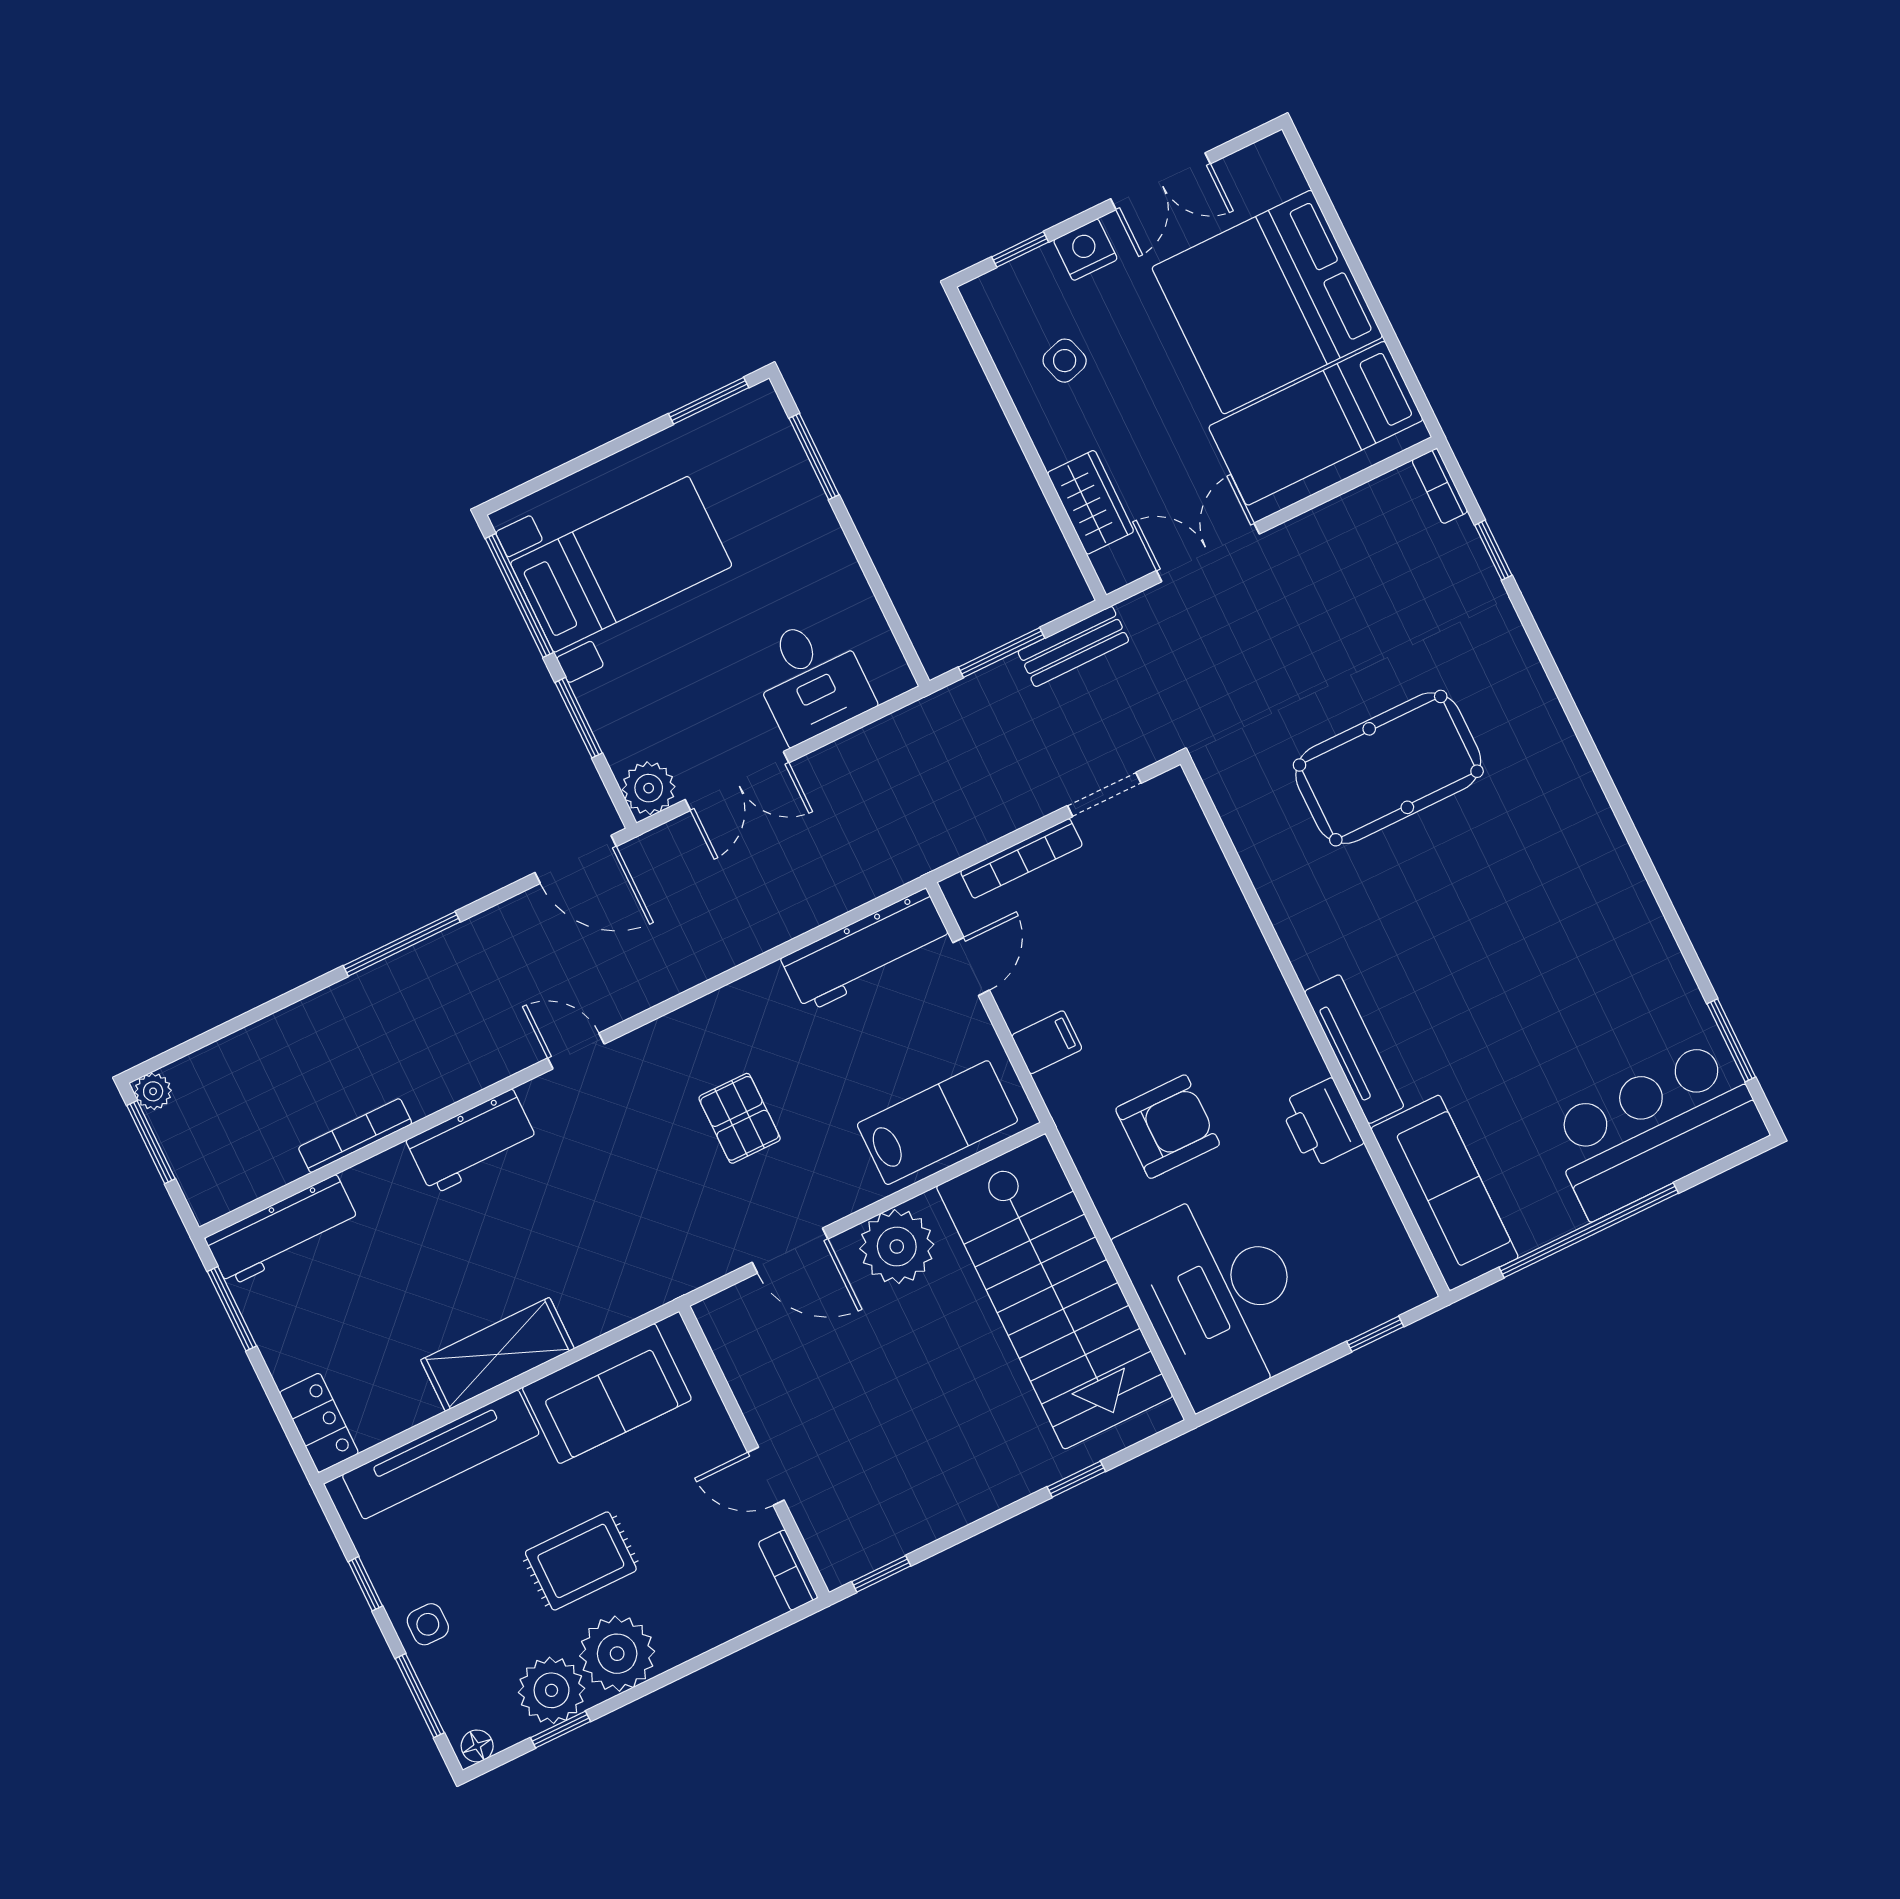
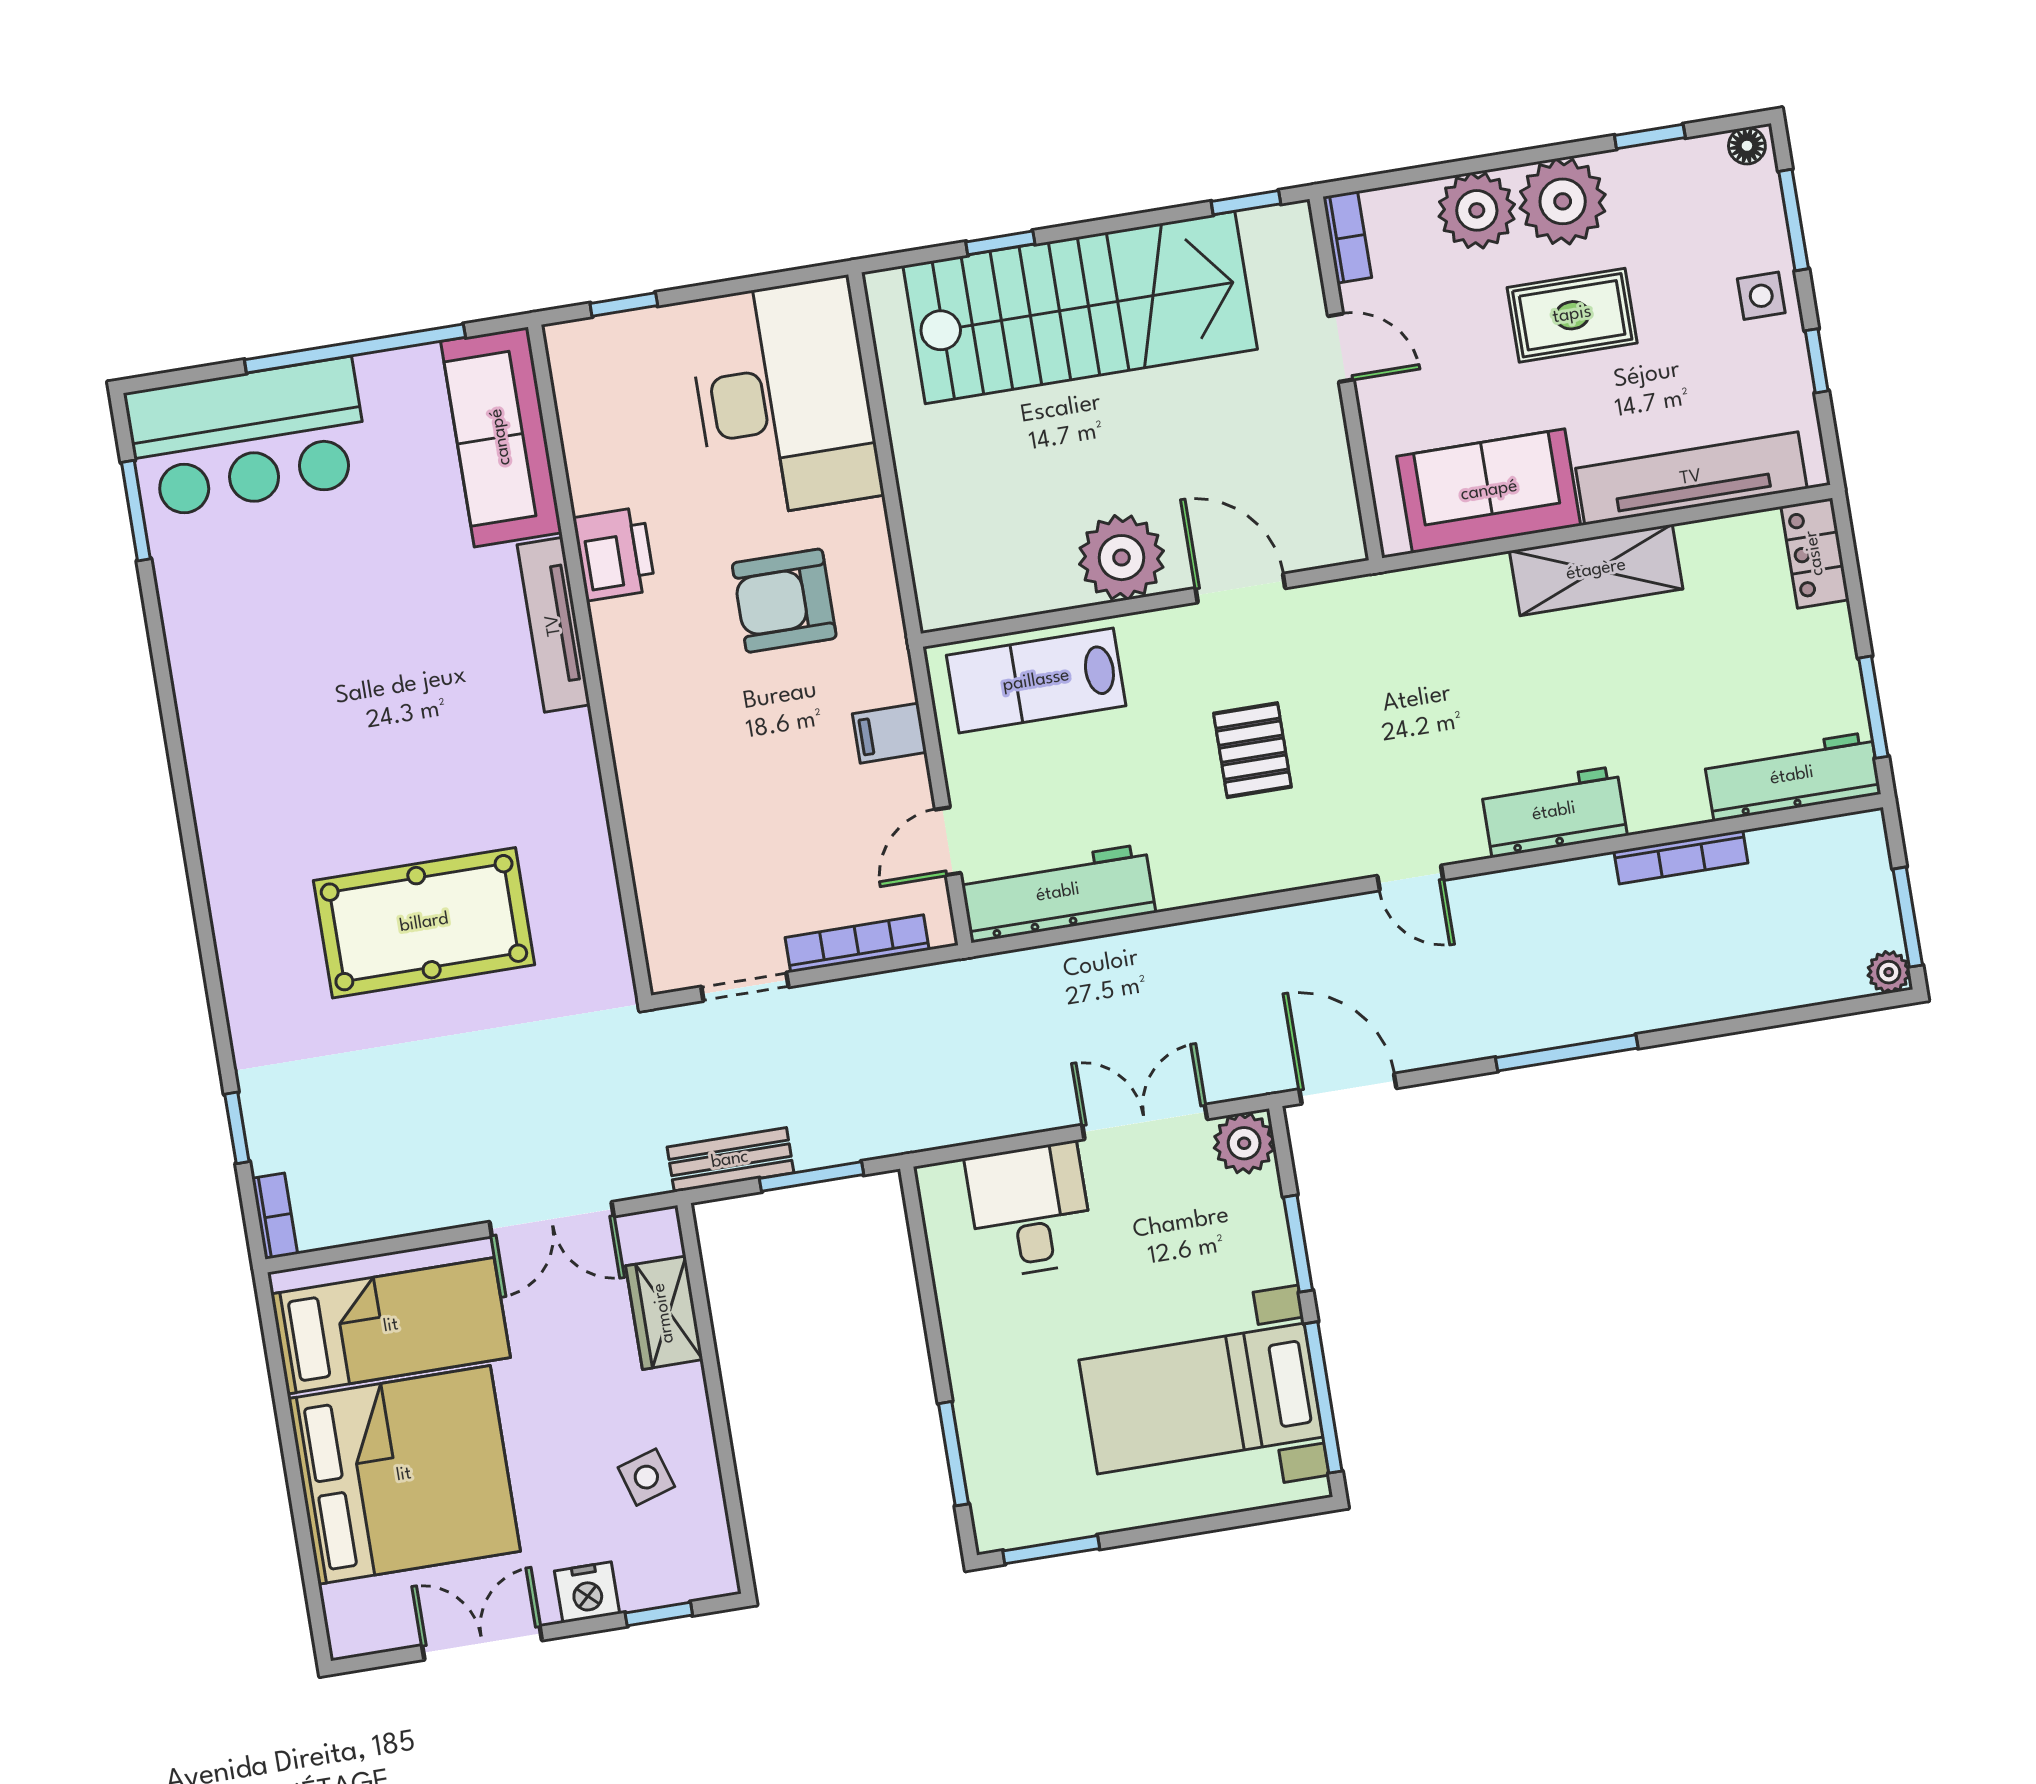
stairs: (1055, 1291) -> (1080, 307), moved, turned 90
plant: (552, 1690) -> (1477, 210), moved

